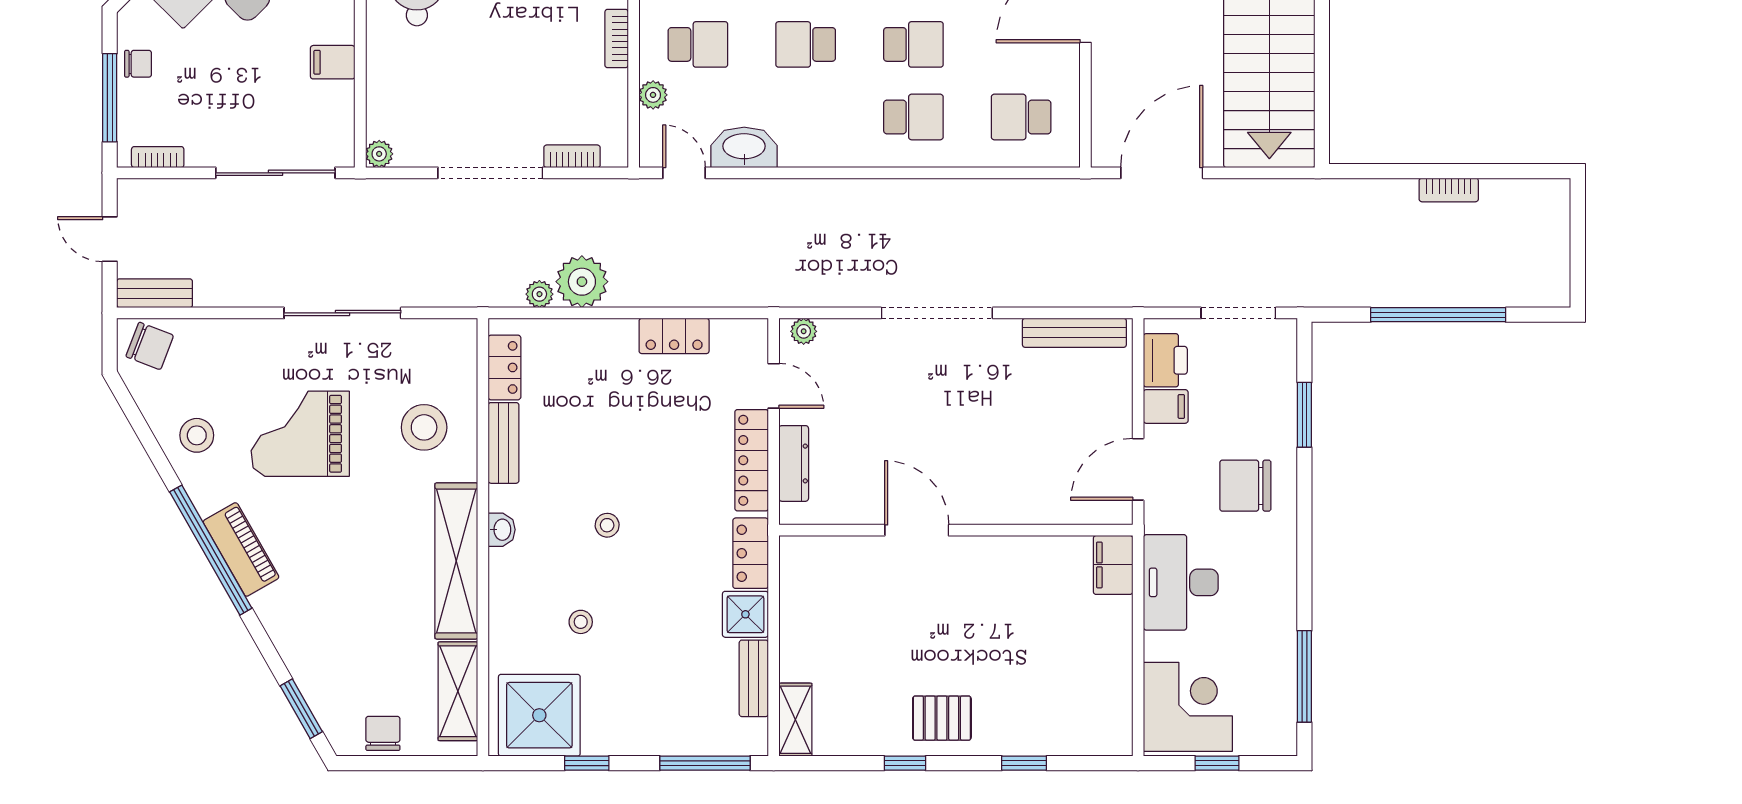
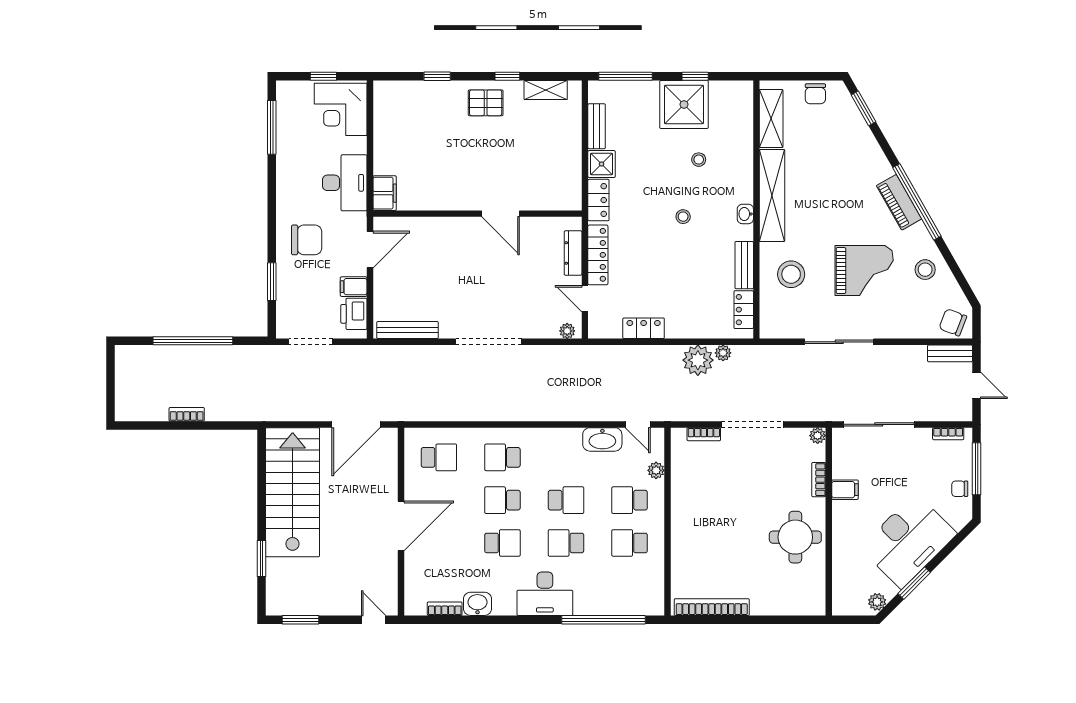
bookcase: (617, 39) -> (819, 480), moved, turned 180
shower: (539, 715) -> (684, 104), moved
shelving: (795, 720) -> (546, 90), moved, turned 90

